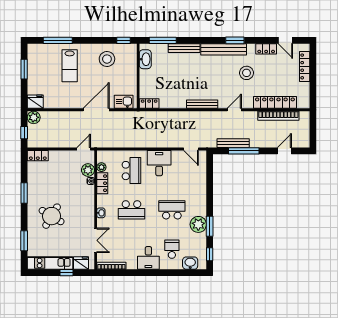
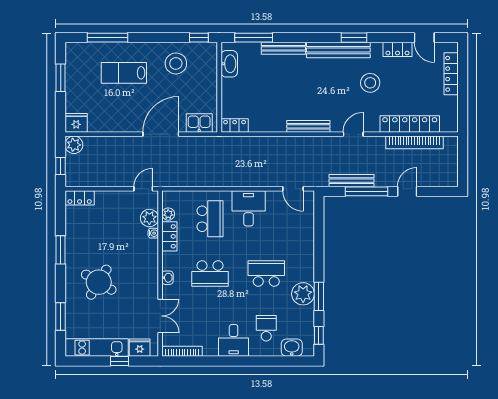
lab bench: (70, 66) -> (124, 73), turned 90
door: (284, 151) -> (407, 191), moved

